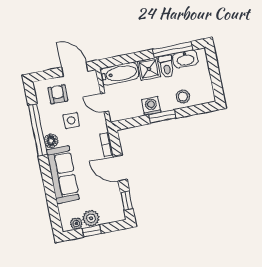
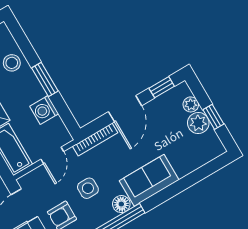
washing machine: (151, 106) -> (44, 110), moved
bookcase: (106, 144) -> (95, 140), width x1.56
sofa: (63, 175) -> (149, 180), width x0.73
plant: (76, 224) -> (191, 104), moved

